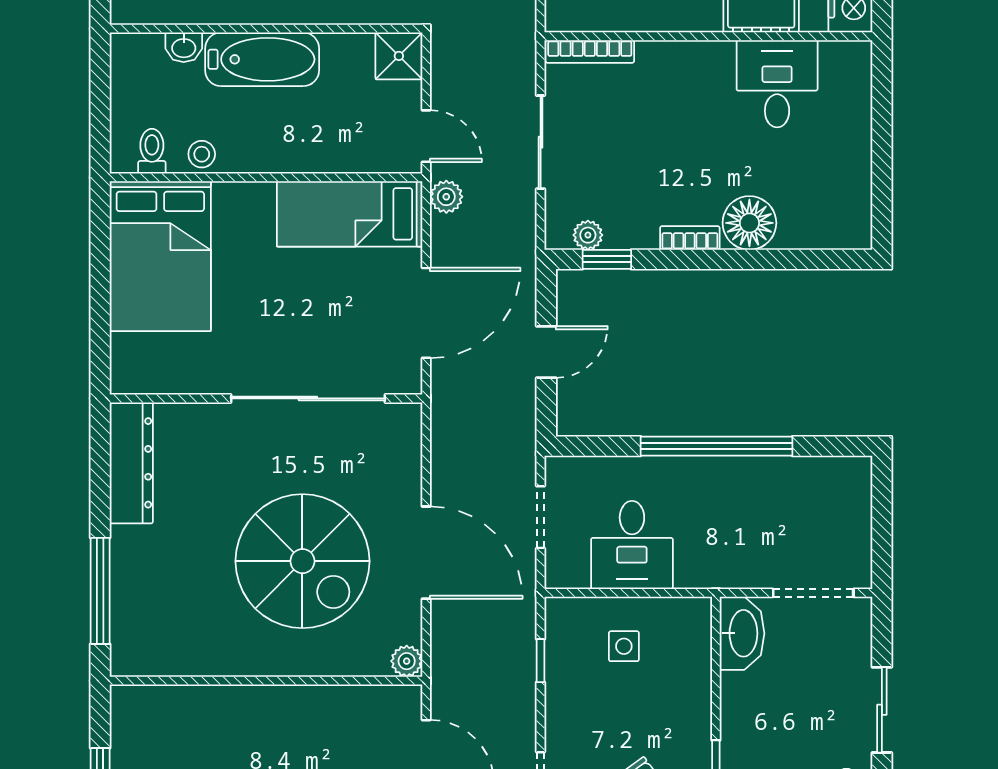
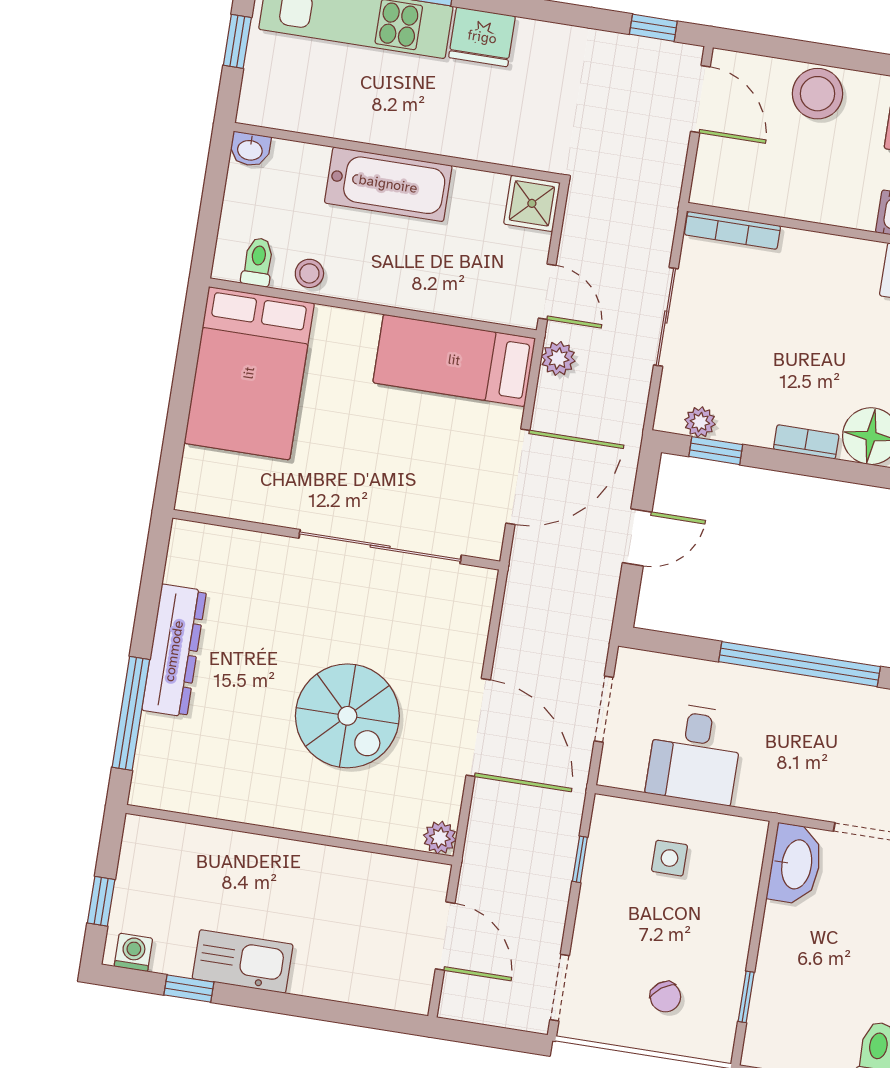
washbasin: (184, 47) -> (250, 149), moved
dresser: (131, 463) -> (174, 651), moved
spiral stairs: (302, 561) -> (347, 716), width x0.73, depth x0.73

